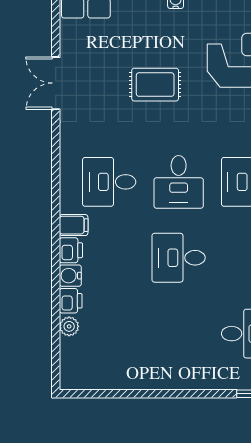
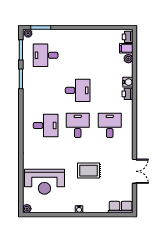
desk: (109, 182) -> (110, 125), turned -90
filing cabinet: (74, 225) -> (126, 48), moved
printer: (71, 301) -> (128, 37), moved

